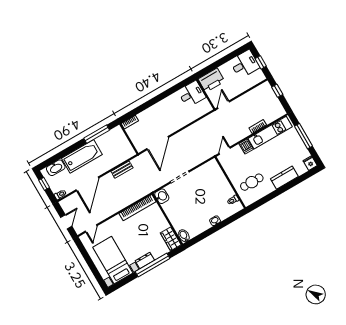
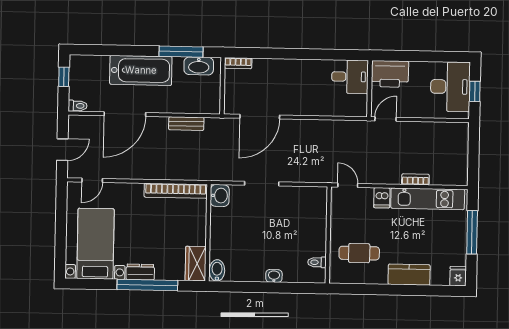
desk: (245, 64) -> (450, 87), width x1.37
window: (277, 91) -> (474, 146), removed
door: (225, 151) -> (348, 185), hinge flipped
washbasin: (56, 168) -> (199, 66), moved

